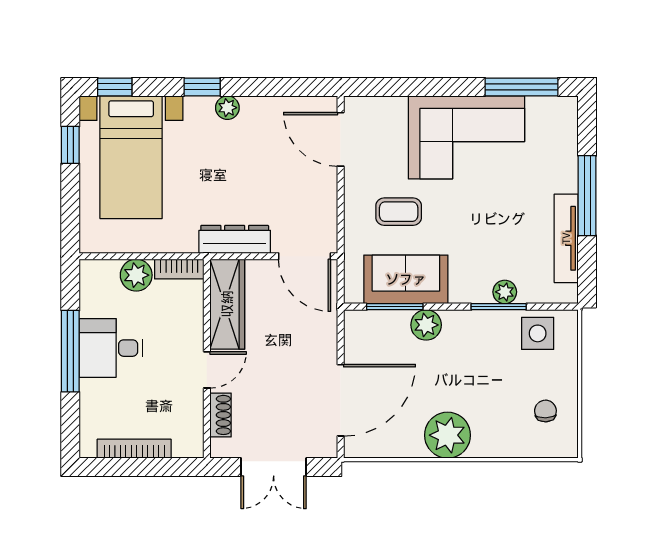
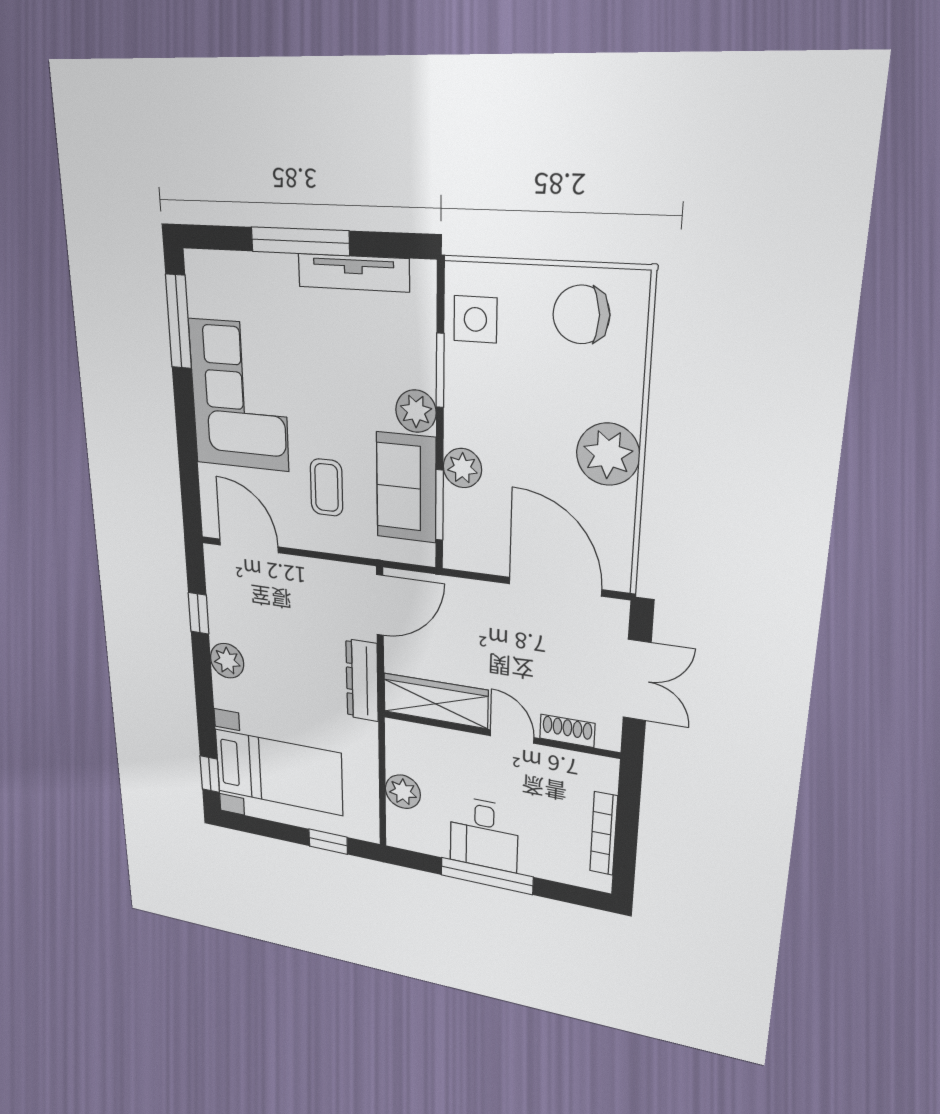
window: (202, 87) -> (199, 613), moved
plant: (227, 108) -> (227, 661), width x1.38, depth x1.38
door: (341, 139) -> (249, 546), swing flipped
window: (70, 145) -> (328, 842), moved
bookcase: (179, 269) -> (396, 746), removed
plant: (505, 292) -> (416, 411), moved, width x1.38, depth x1.38
chair: (545, 411) -> (581, 315), width x1.87, depth x1.87

